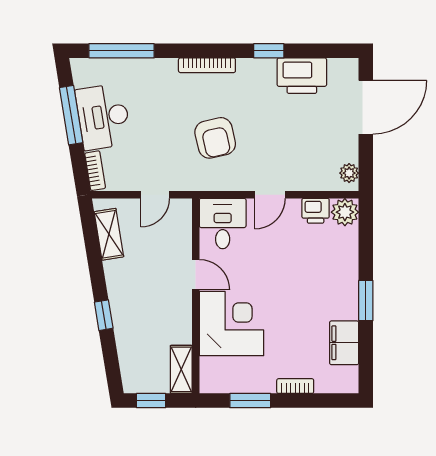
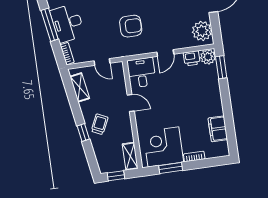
armchair: (215, 138) -> (131, 26), turned -77
plant: (349, 173) -> (202, 31), width x1.87, depth x1.87
door: (155, 195) -> (102, 62), hinge flipped
window: (366, 301) -> (221, 67), moved
trolley: (135, 305) -> (100, 124), added
corner desk: (231, 323) -> (163, 147), moved, turned -90

